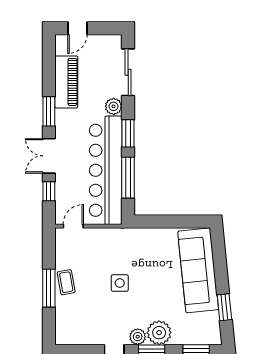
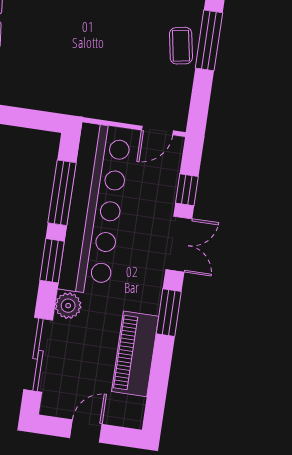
door: (77, 28) -> (86, 431), moved
side table: (120, 283) -> (99, 32), removed

